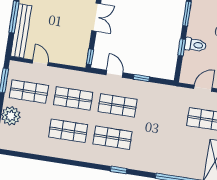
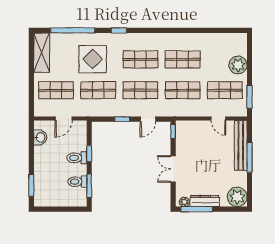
toilet: (199, 20) -> (77, 182), added
door: (114, 74) -> (148, 119), hinge flipped
shop shelf: (162, 112) -> (98, 90), added
display table: (163, 146) -> (93, 59), added
window: (119, 170) -> (119, 30), moved

